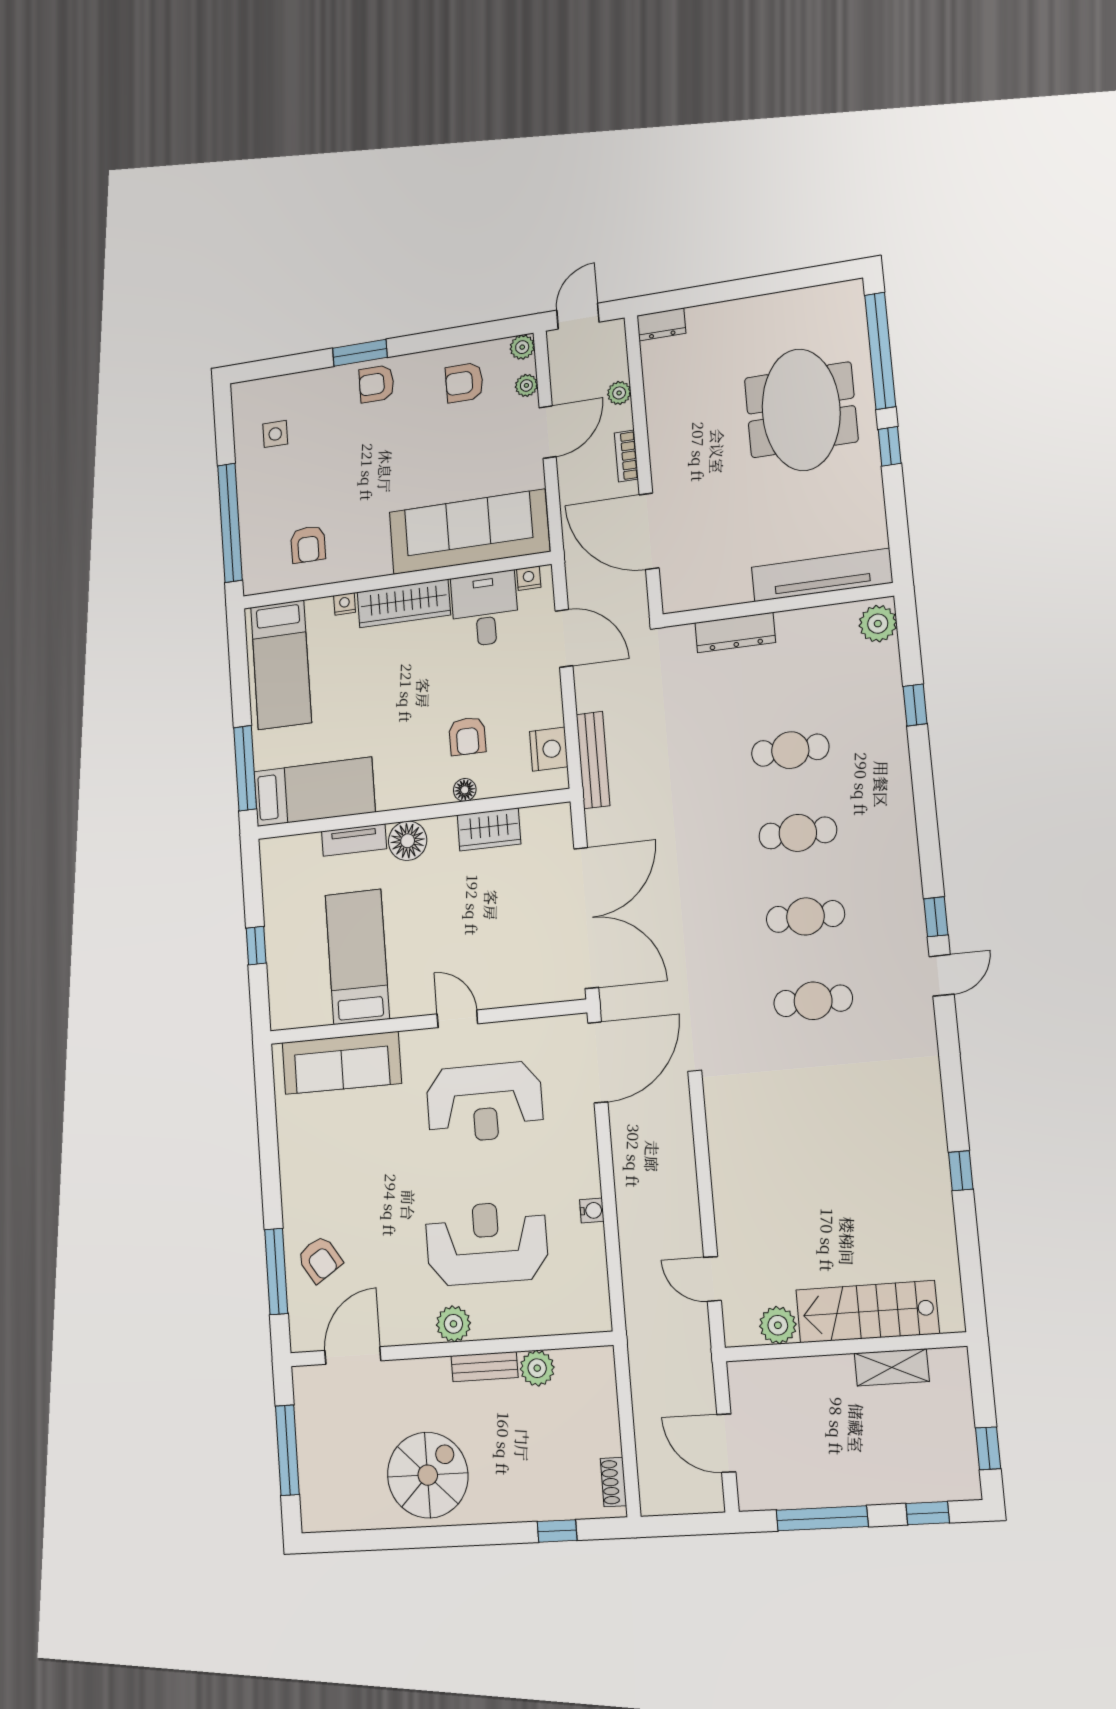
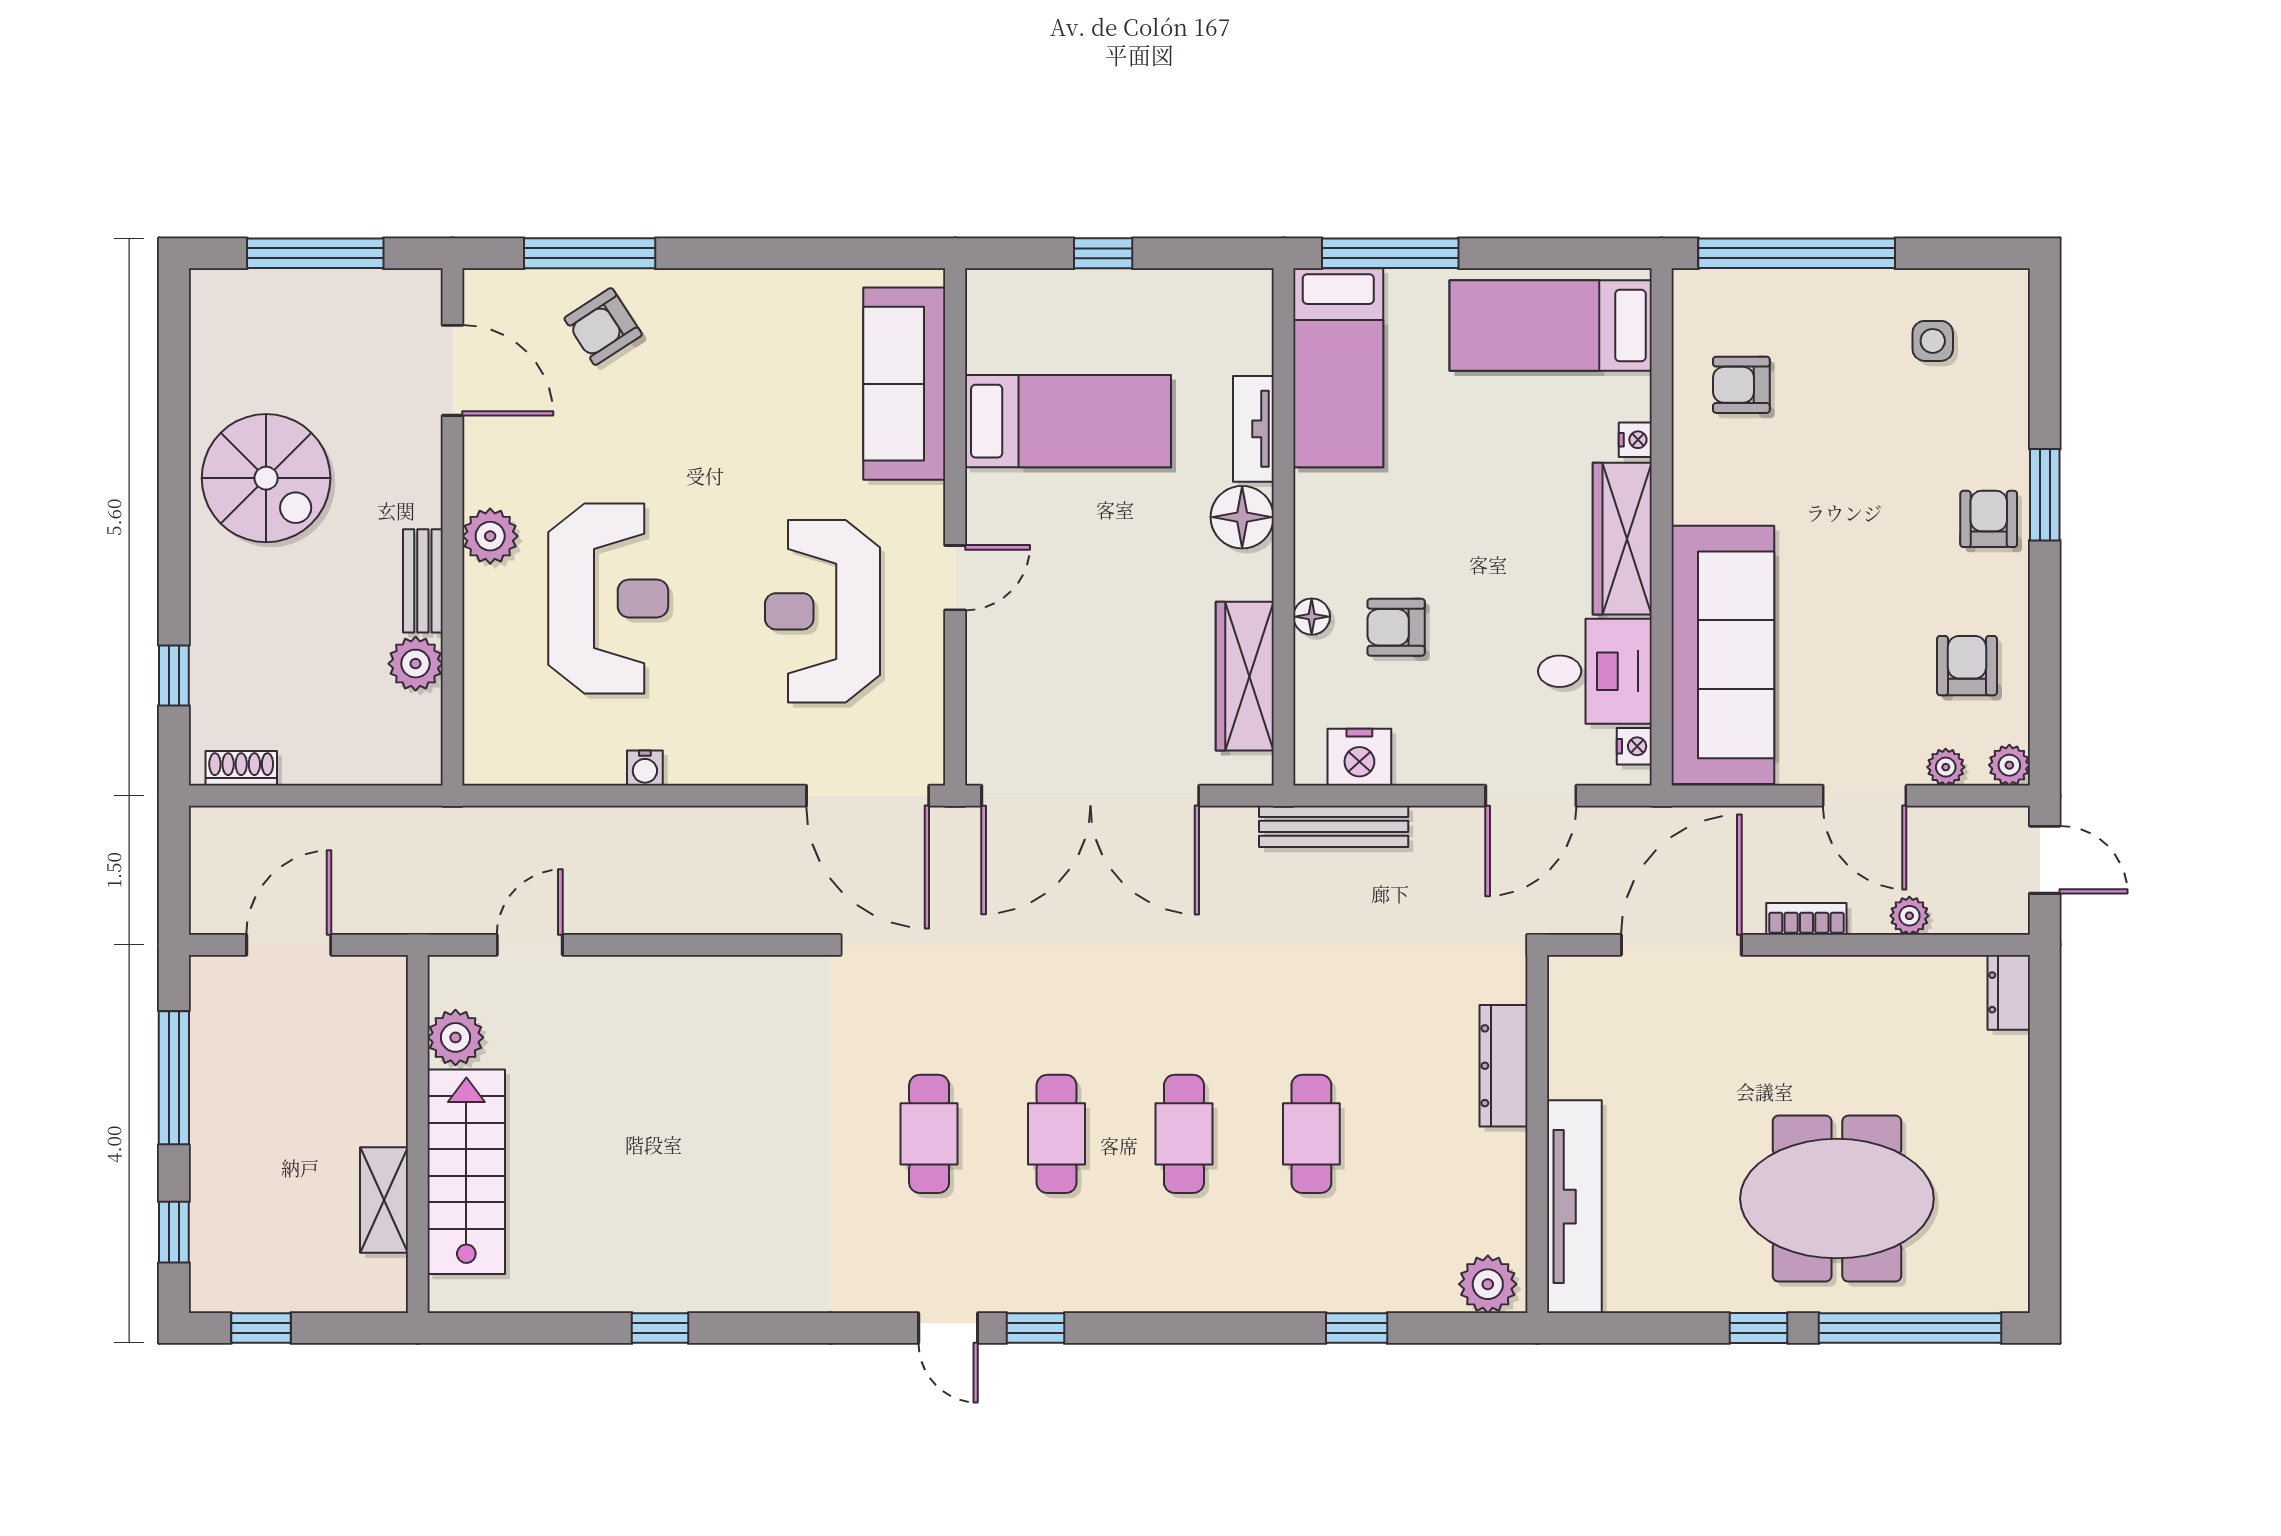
wardrobe: (489, 829) -> (1245, 676), width x1.50

